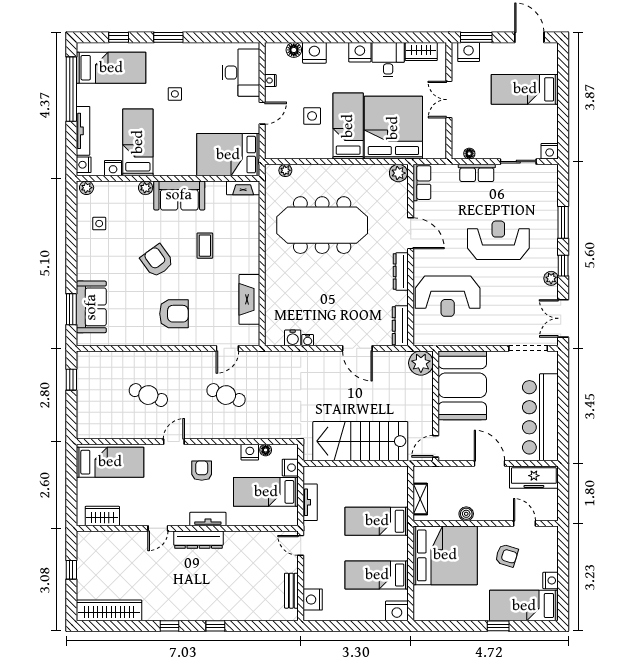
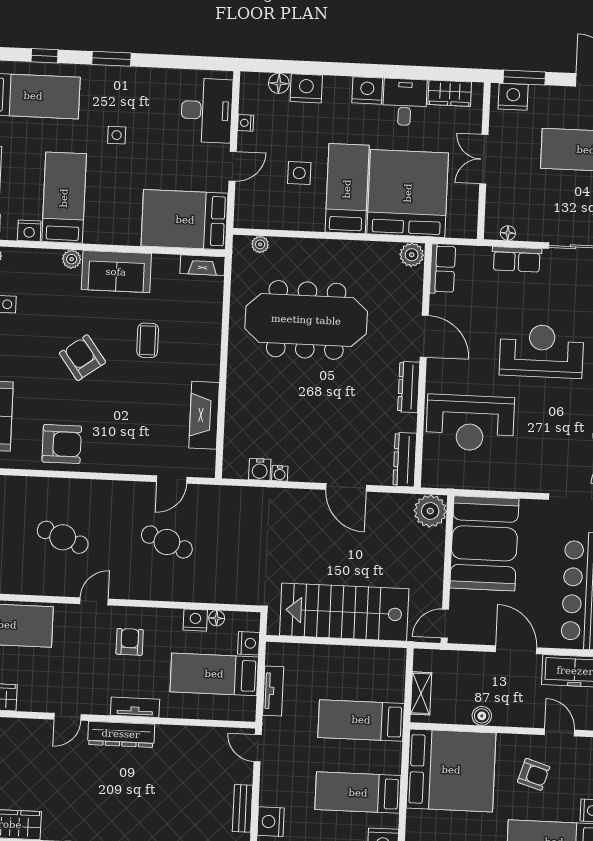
armchair: (174, 314) -> (62, 444), moved

